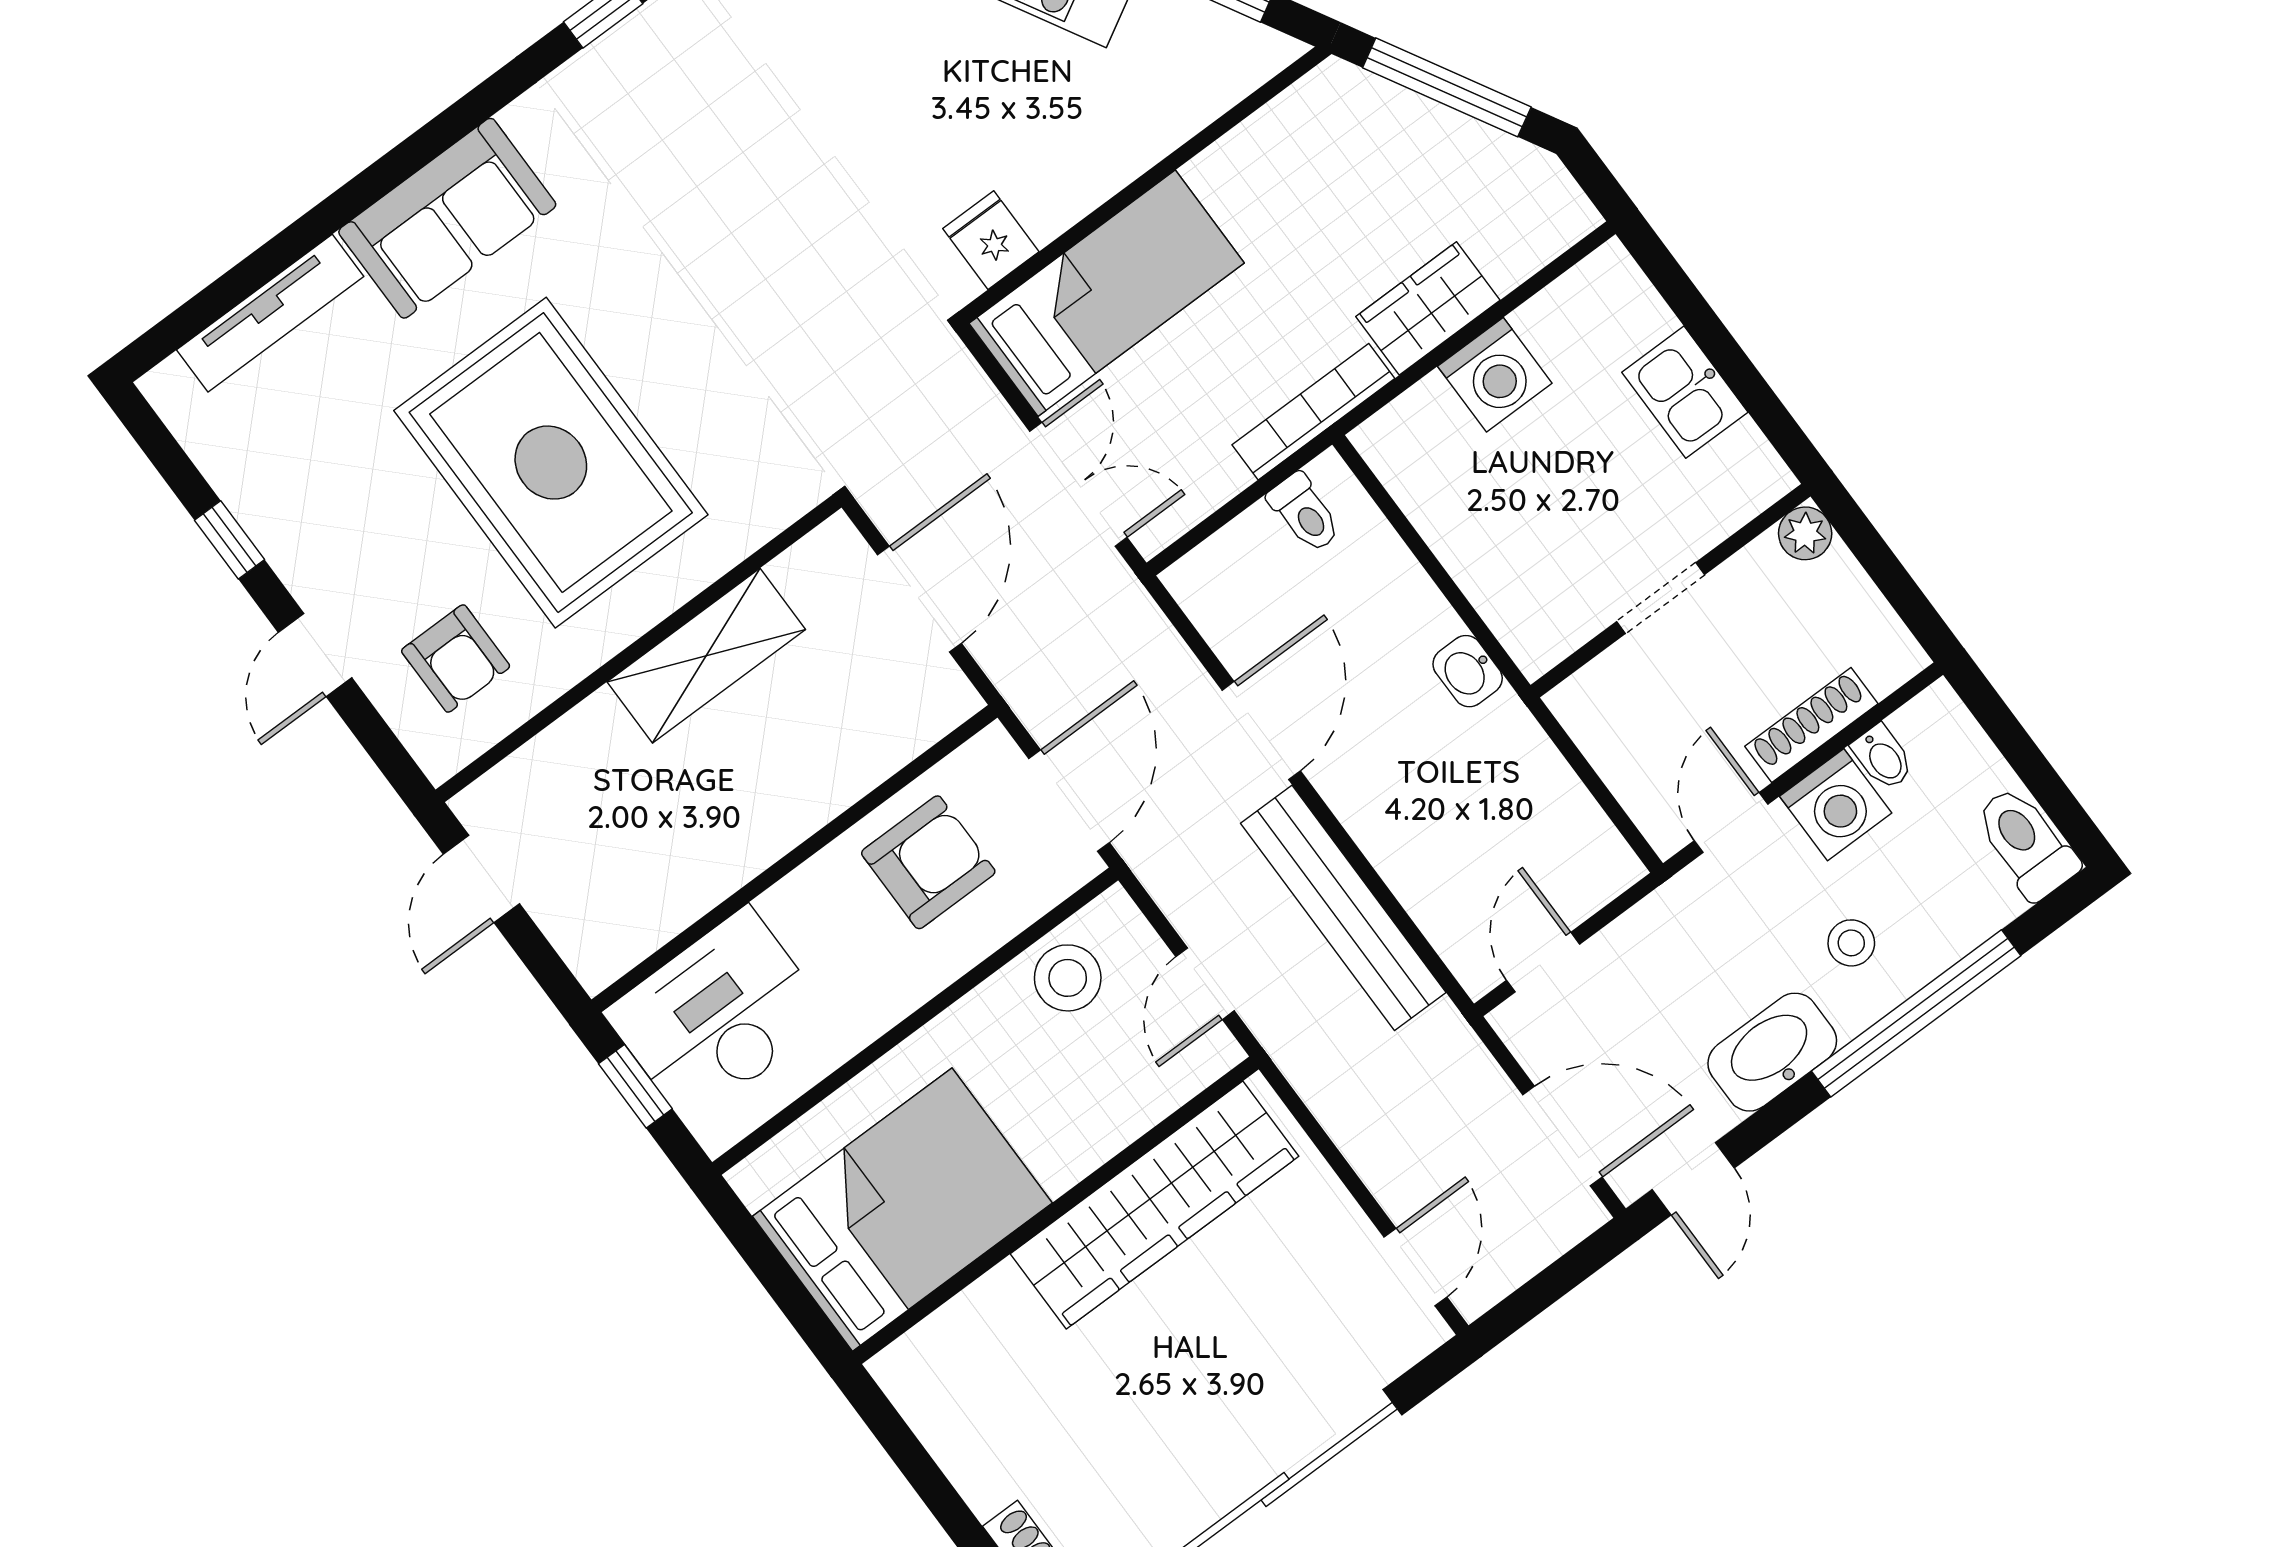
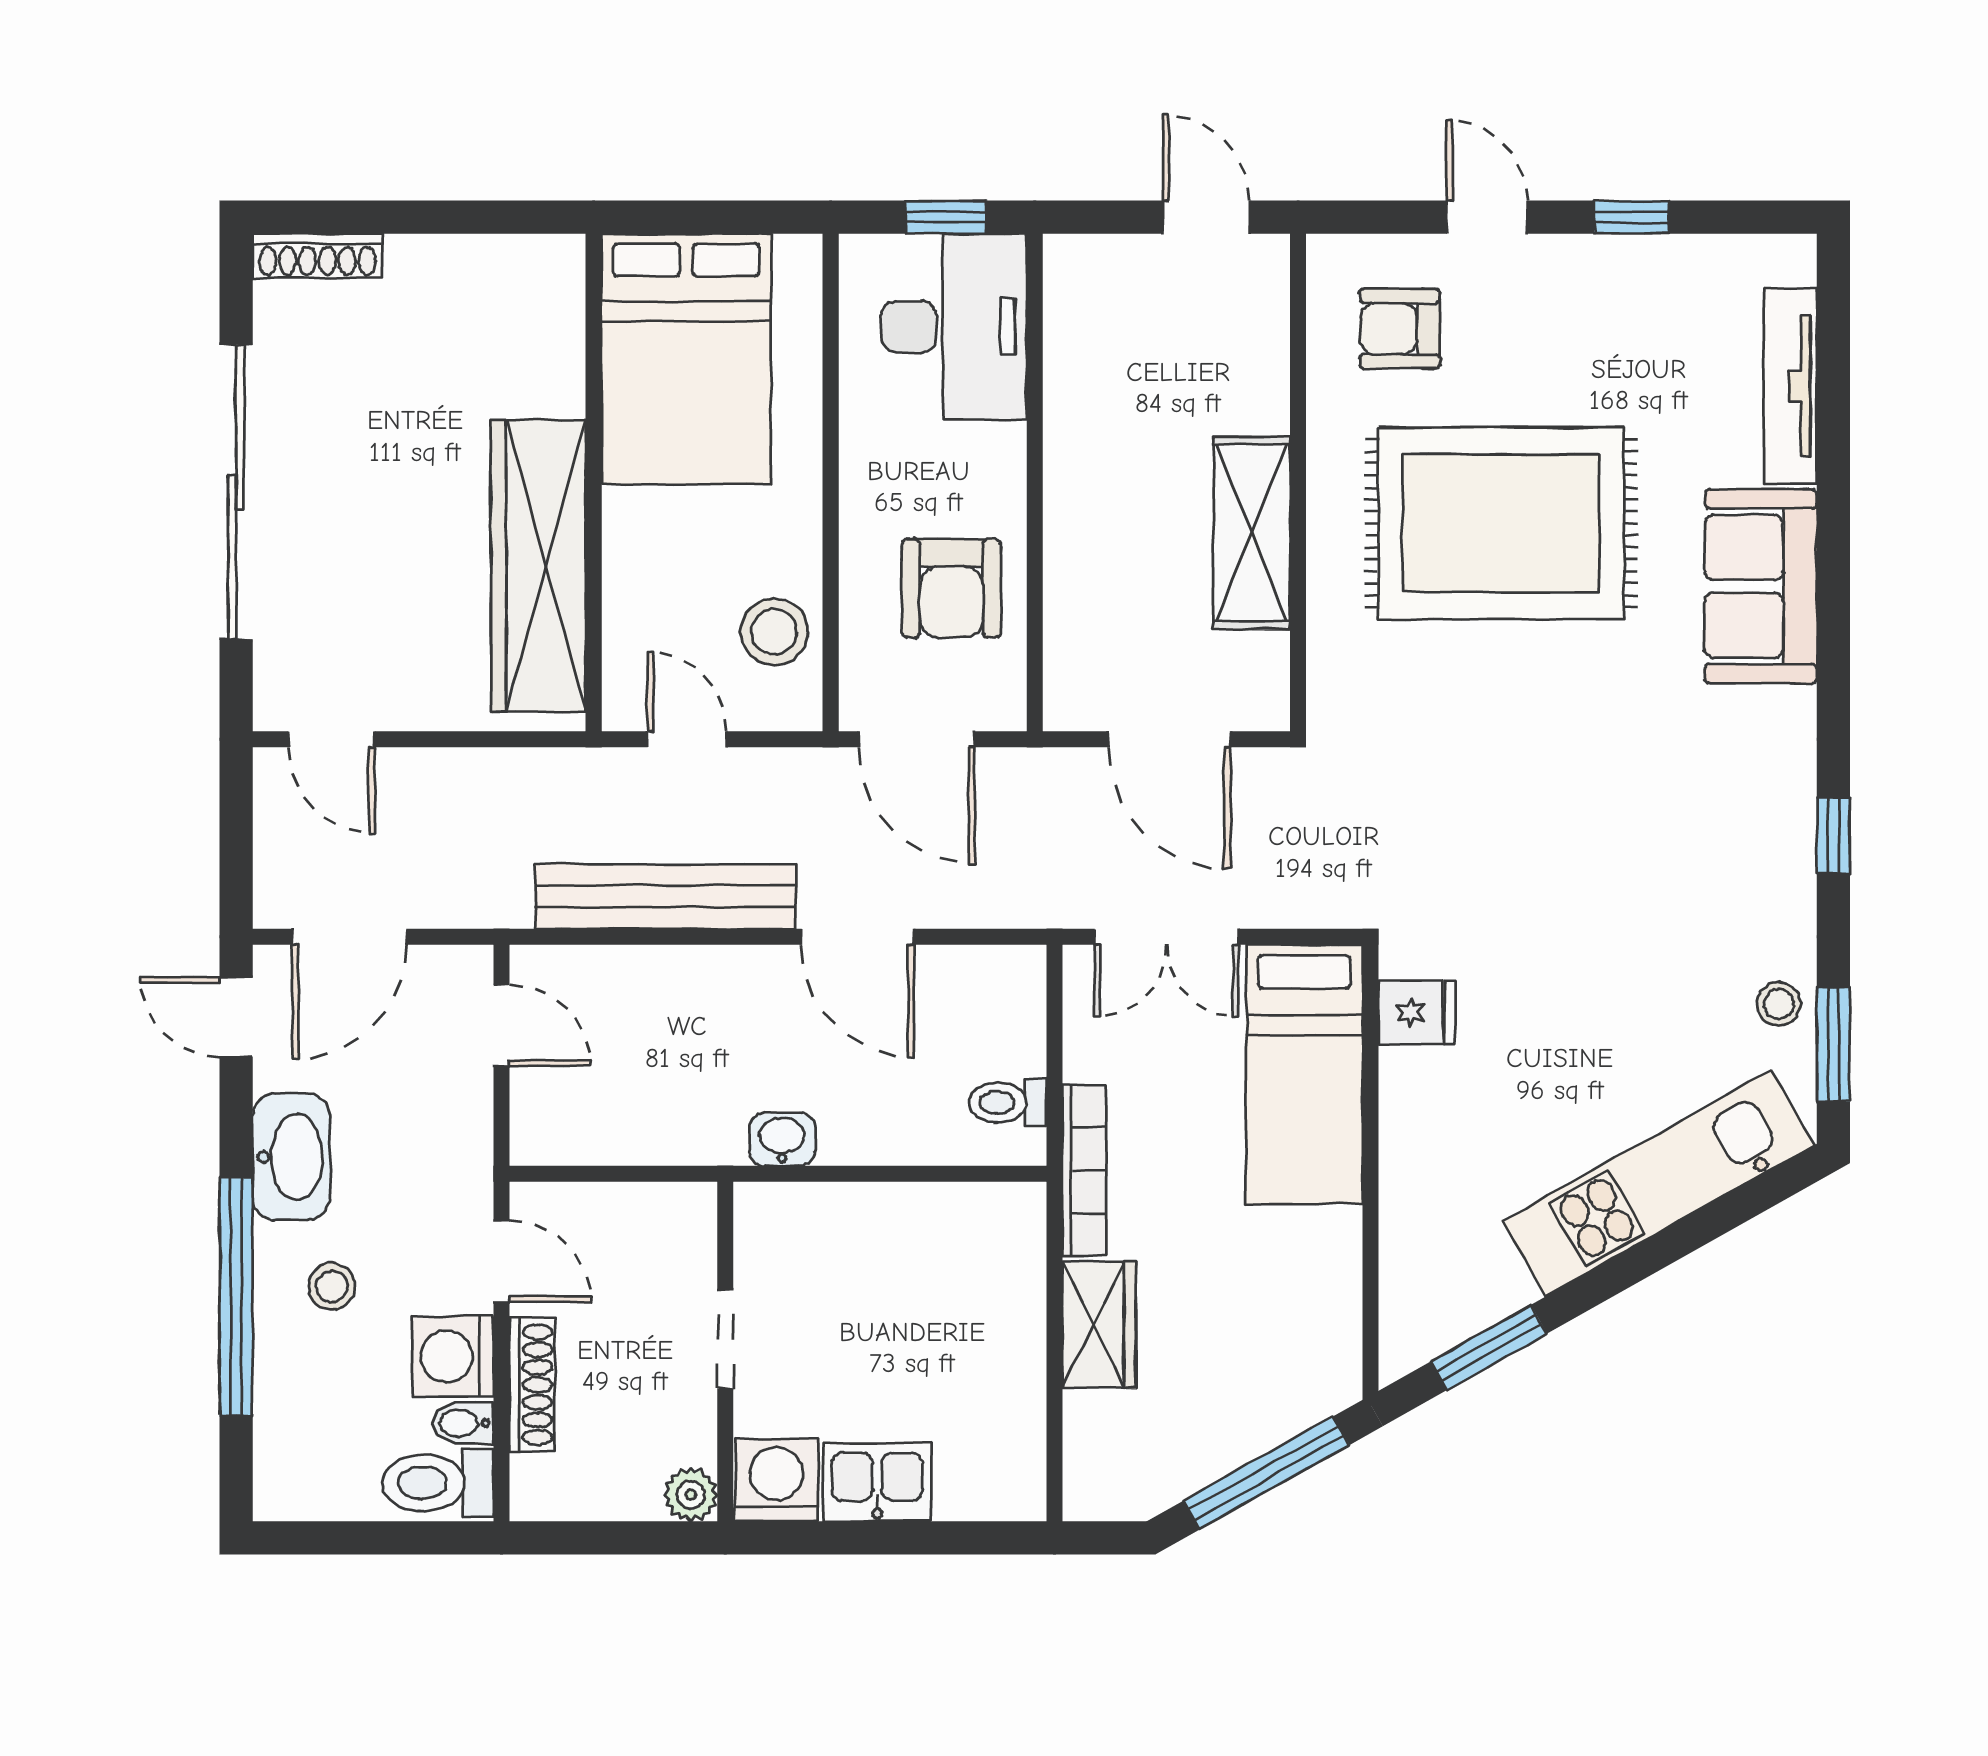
washing machine: (1495, 375) -> (777, 1480), moved, turned 90
toilet: (2026, 843) -> (438, 1483), moved, turned 180

